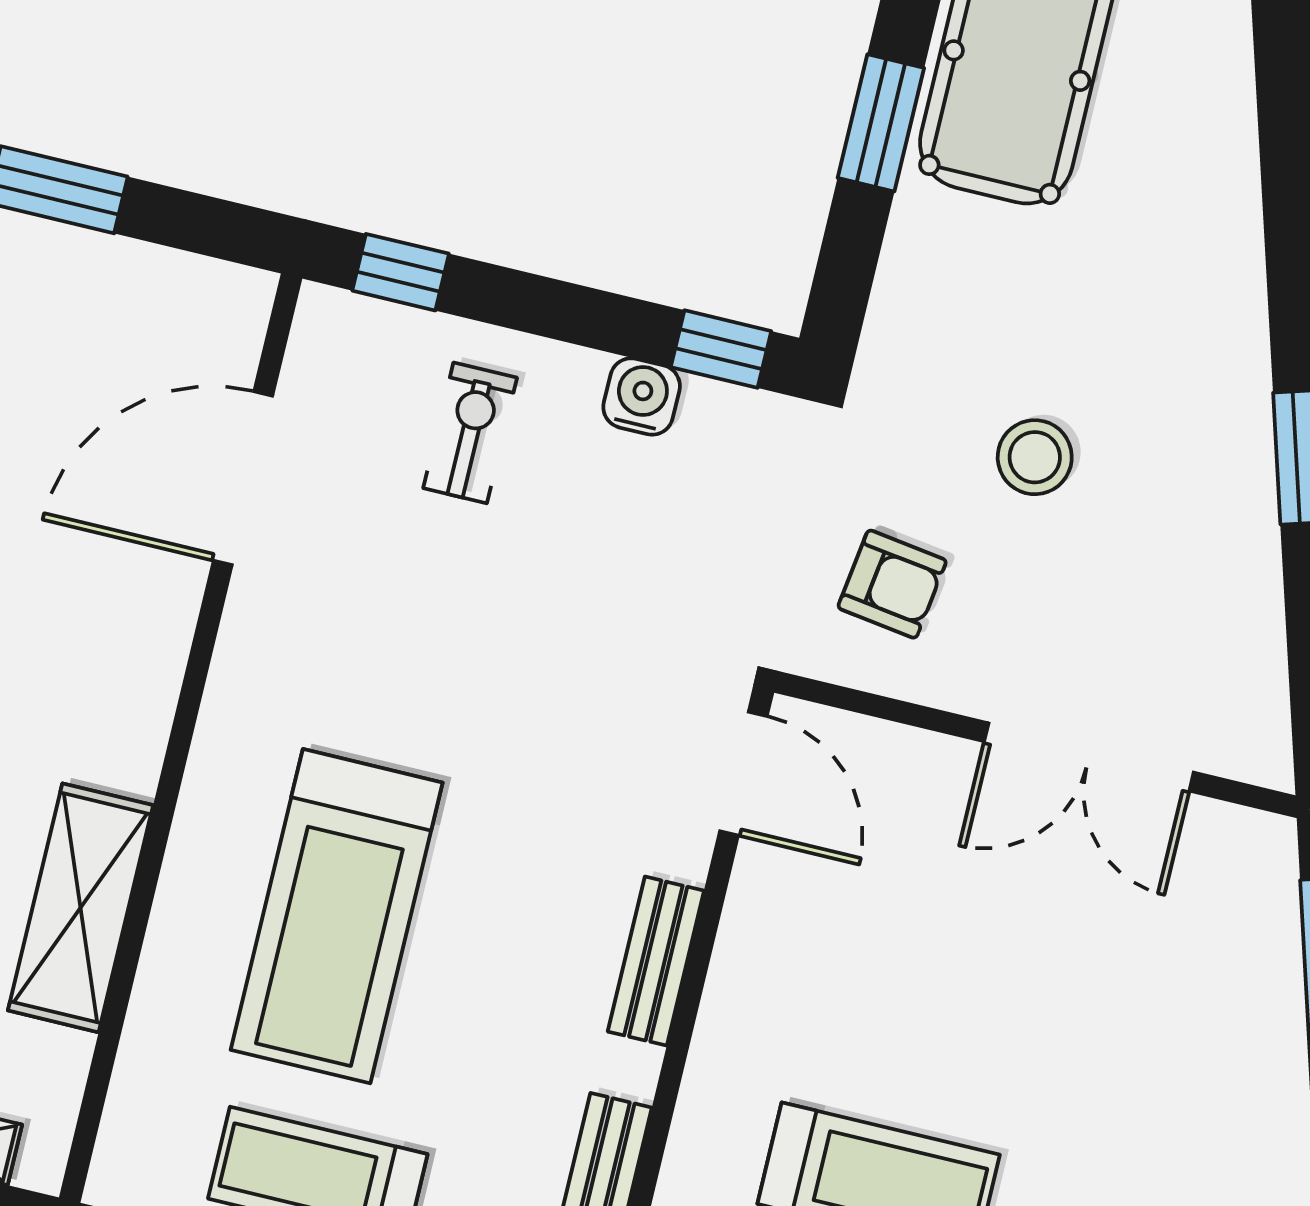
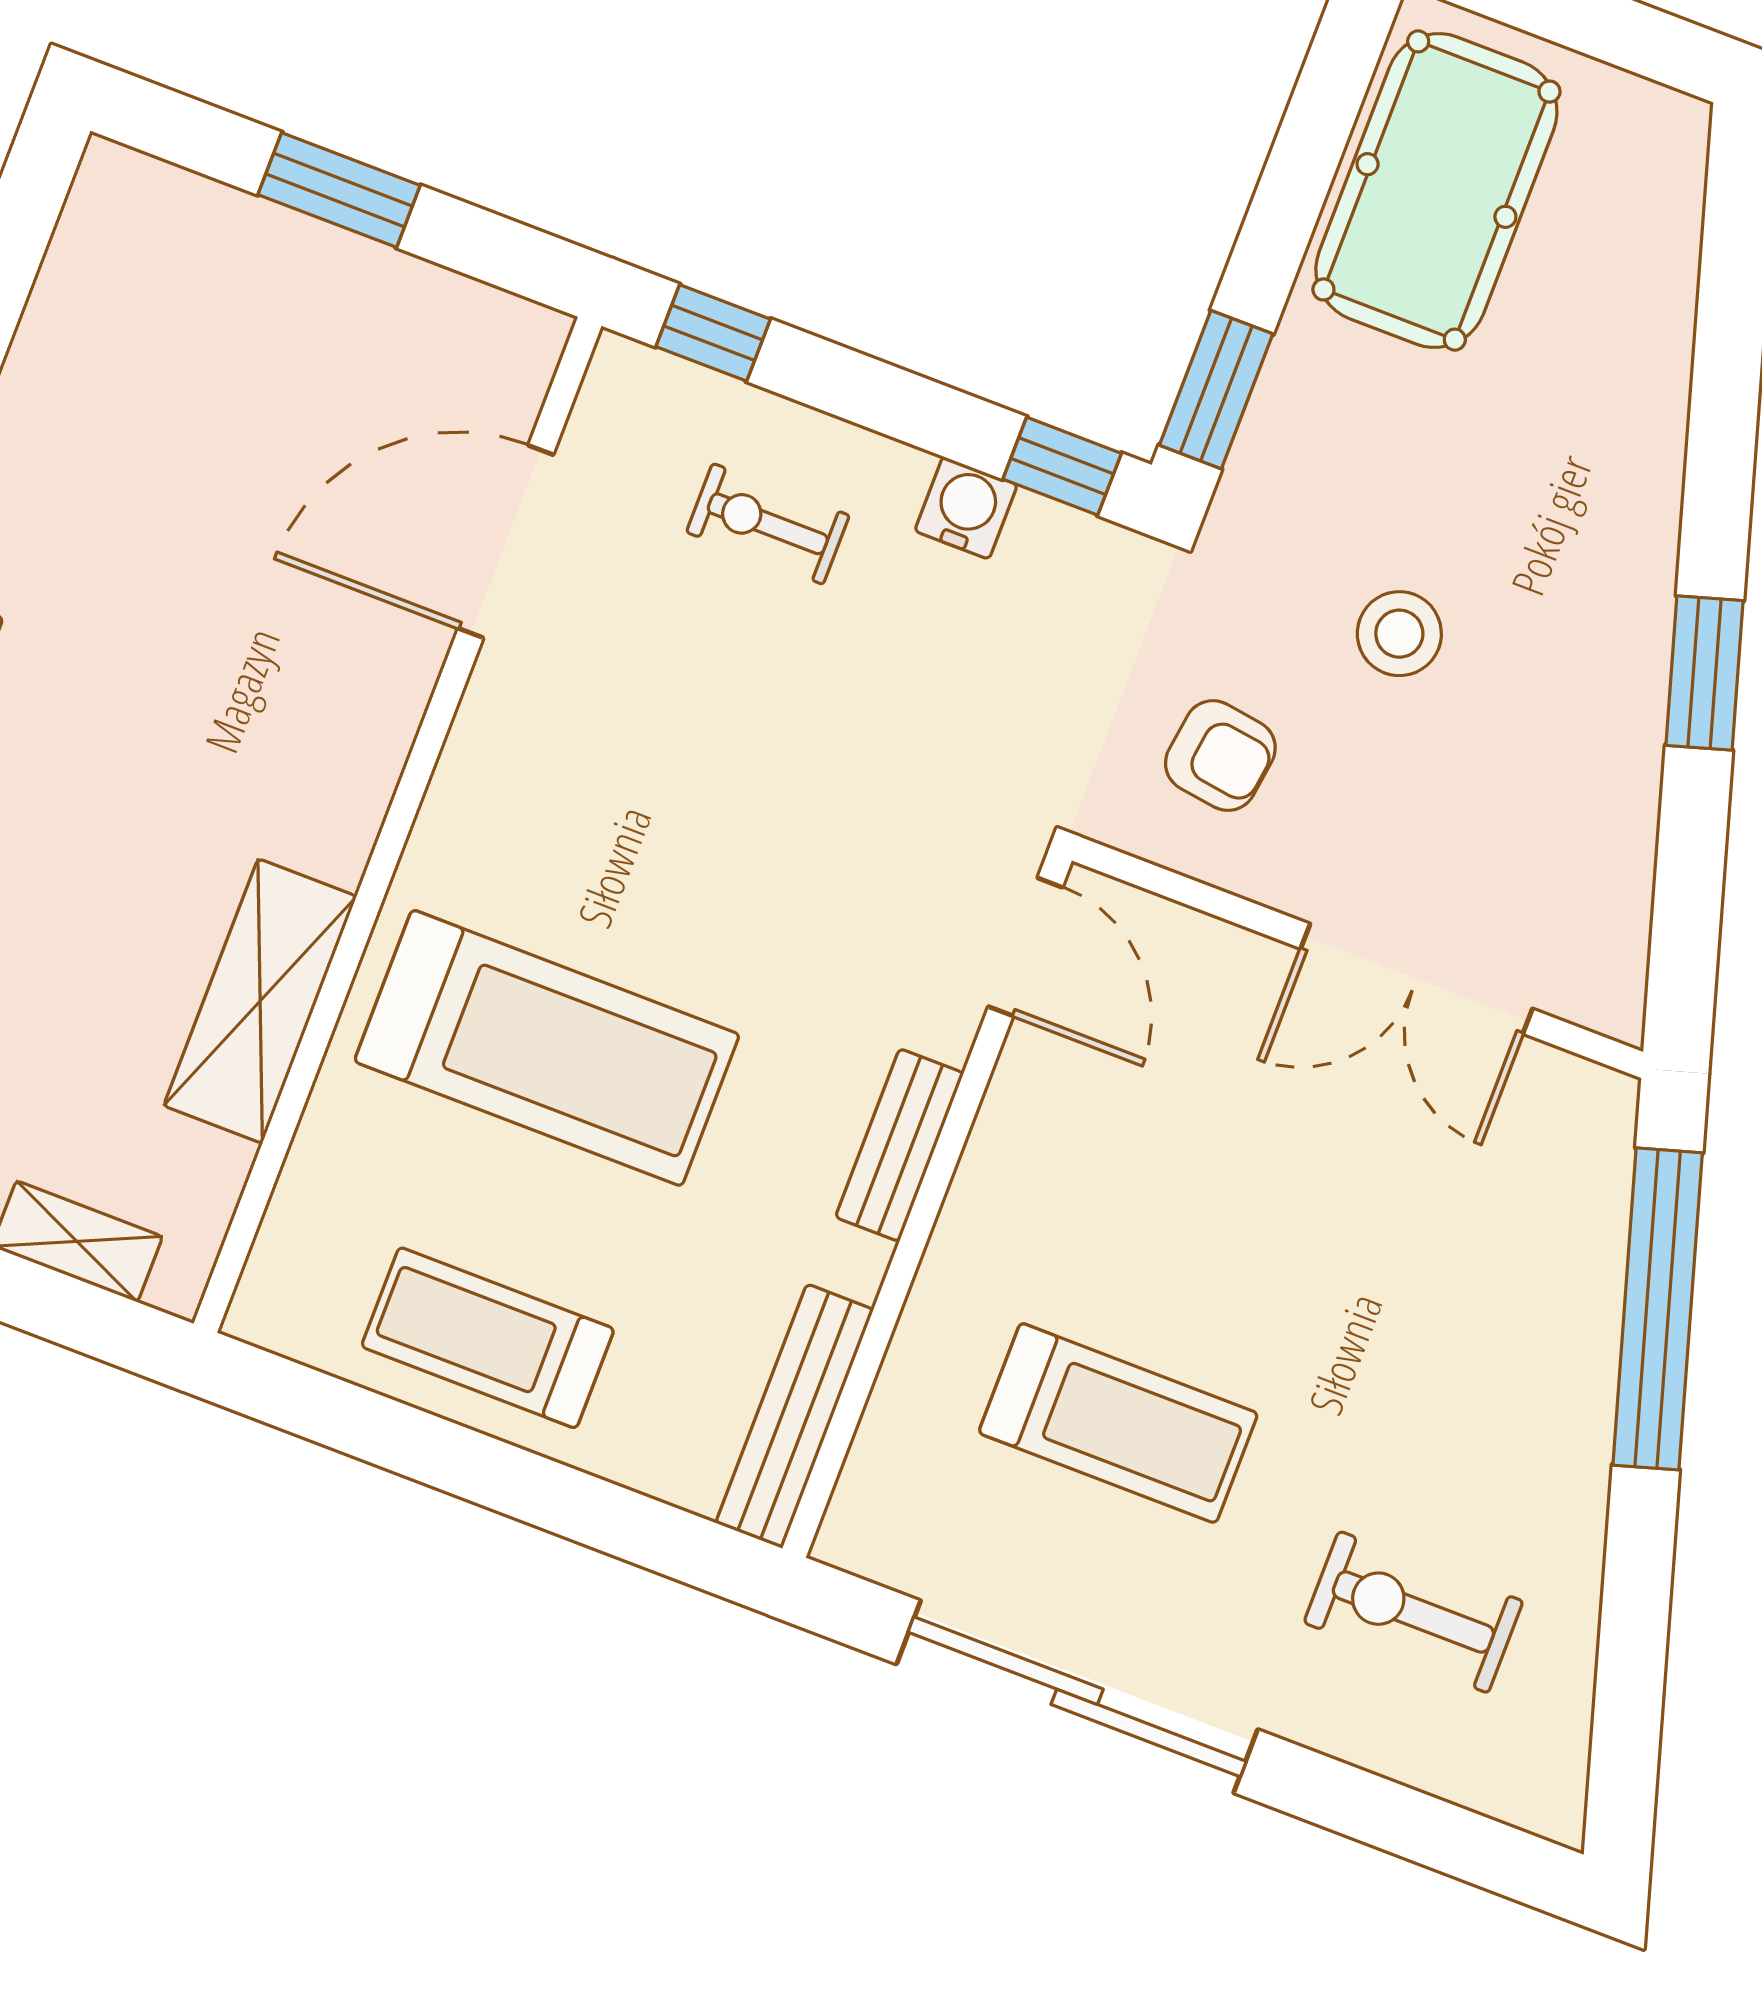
window: (881, 123) -> (1216, 390), moved
exercise bike: (470, 433) -> (768, 524), turned -90
treadmill: (337, 916) -> (547, 1048), turned -90

